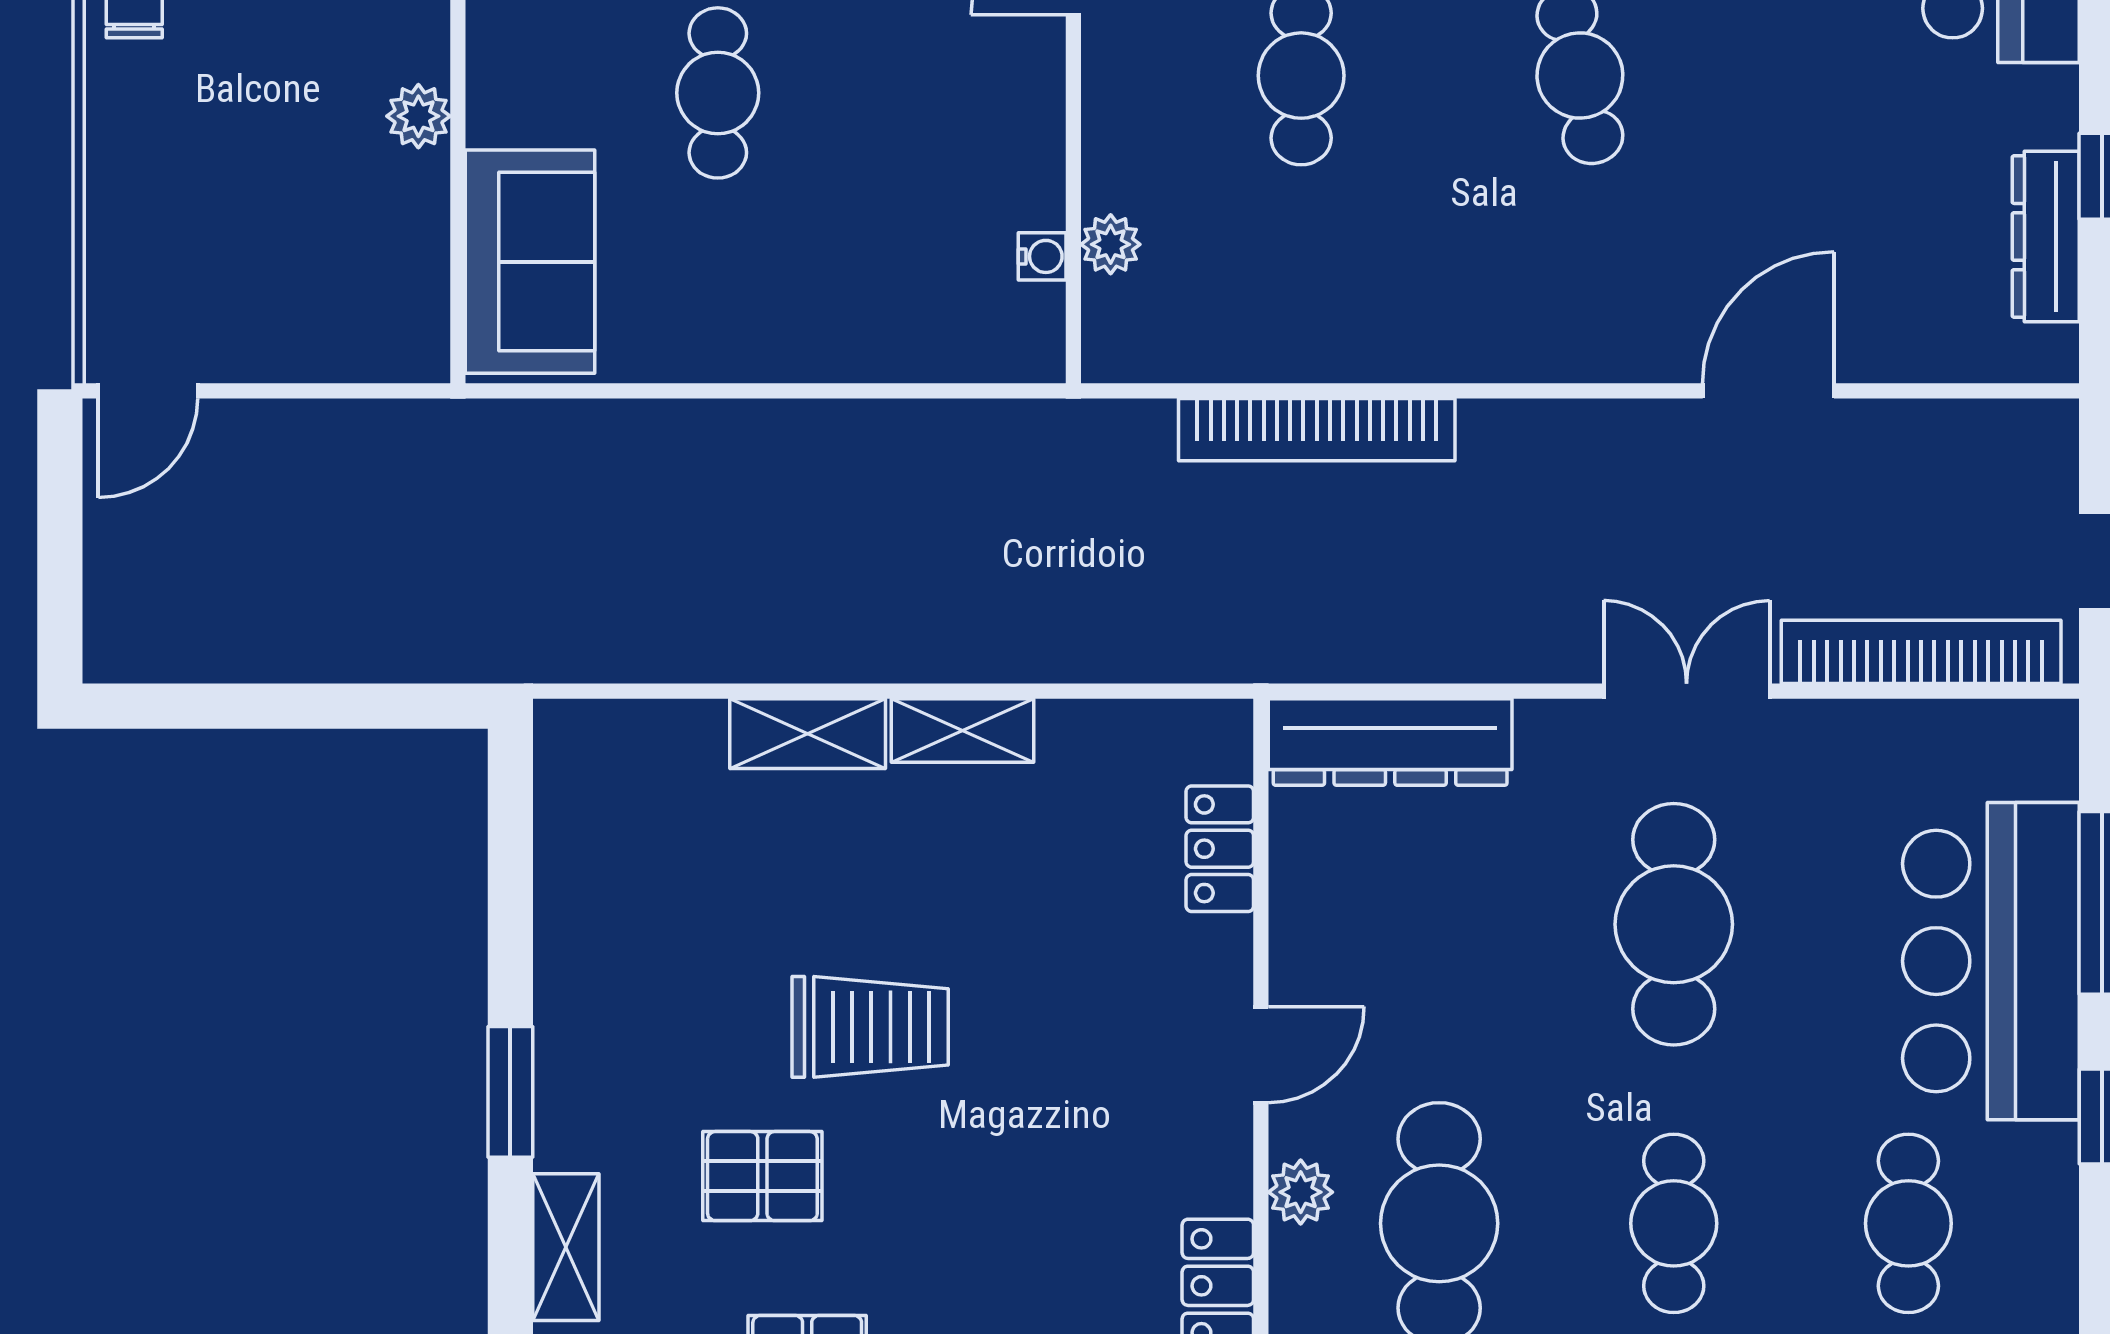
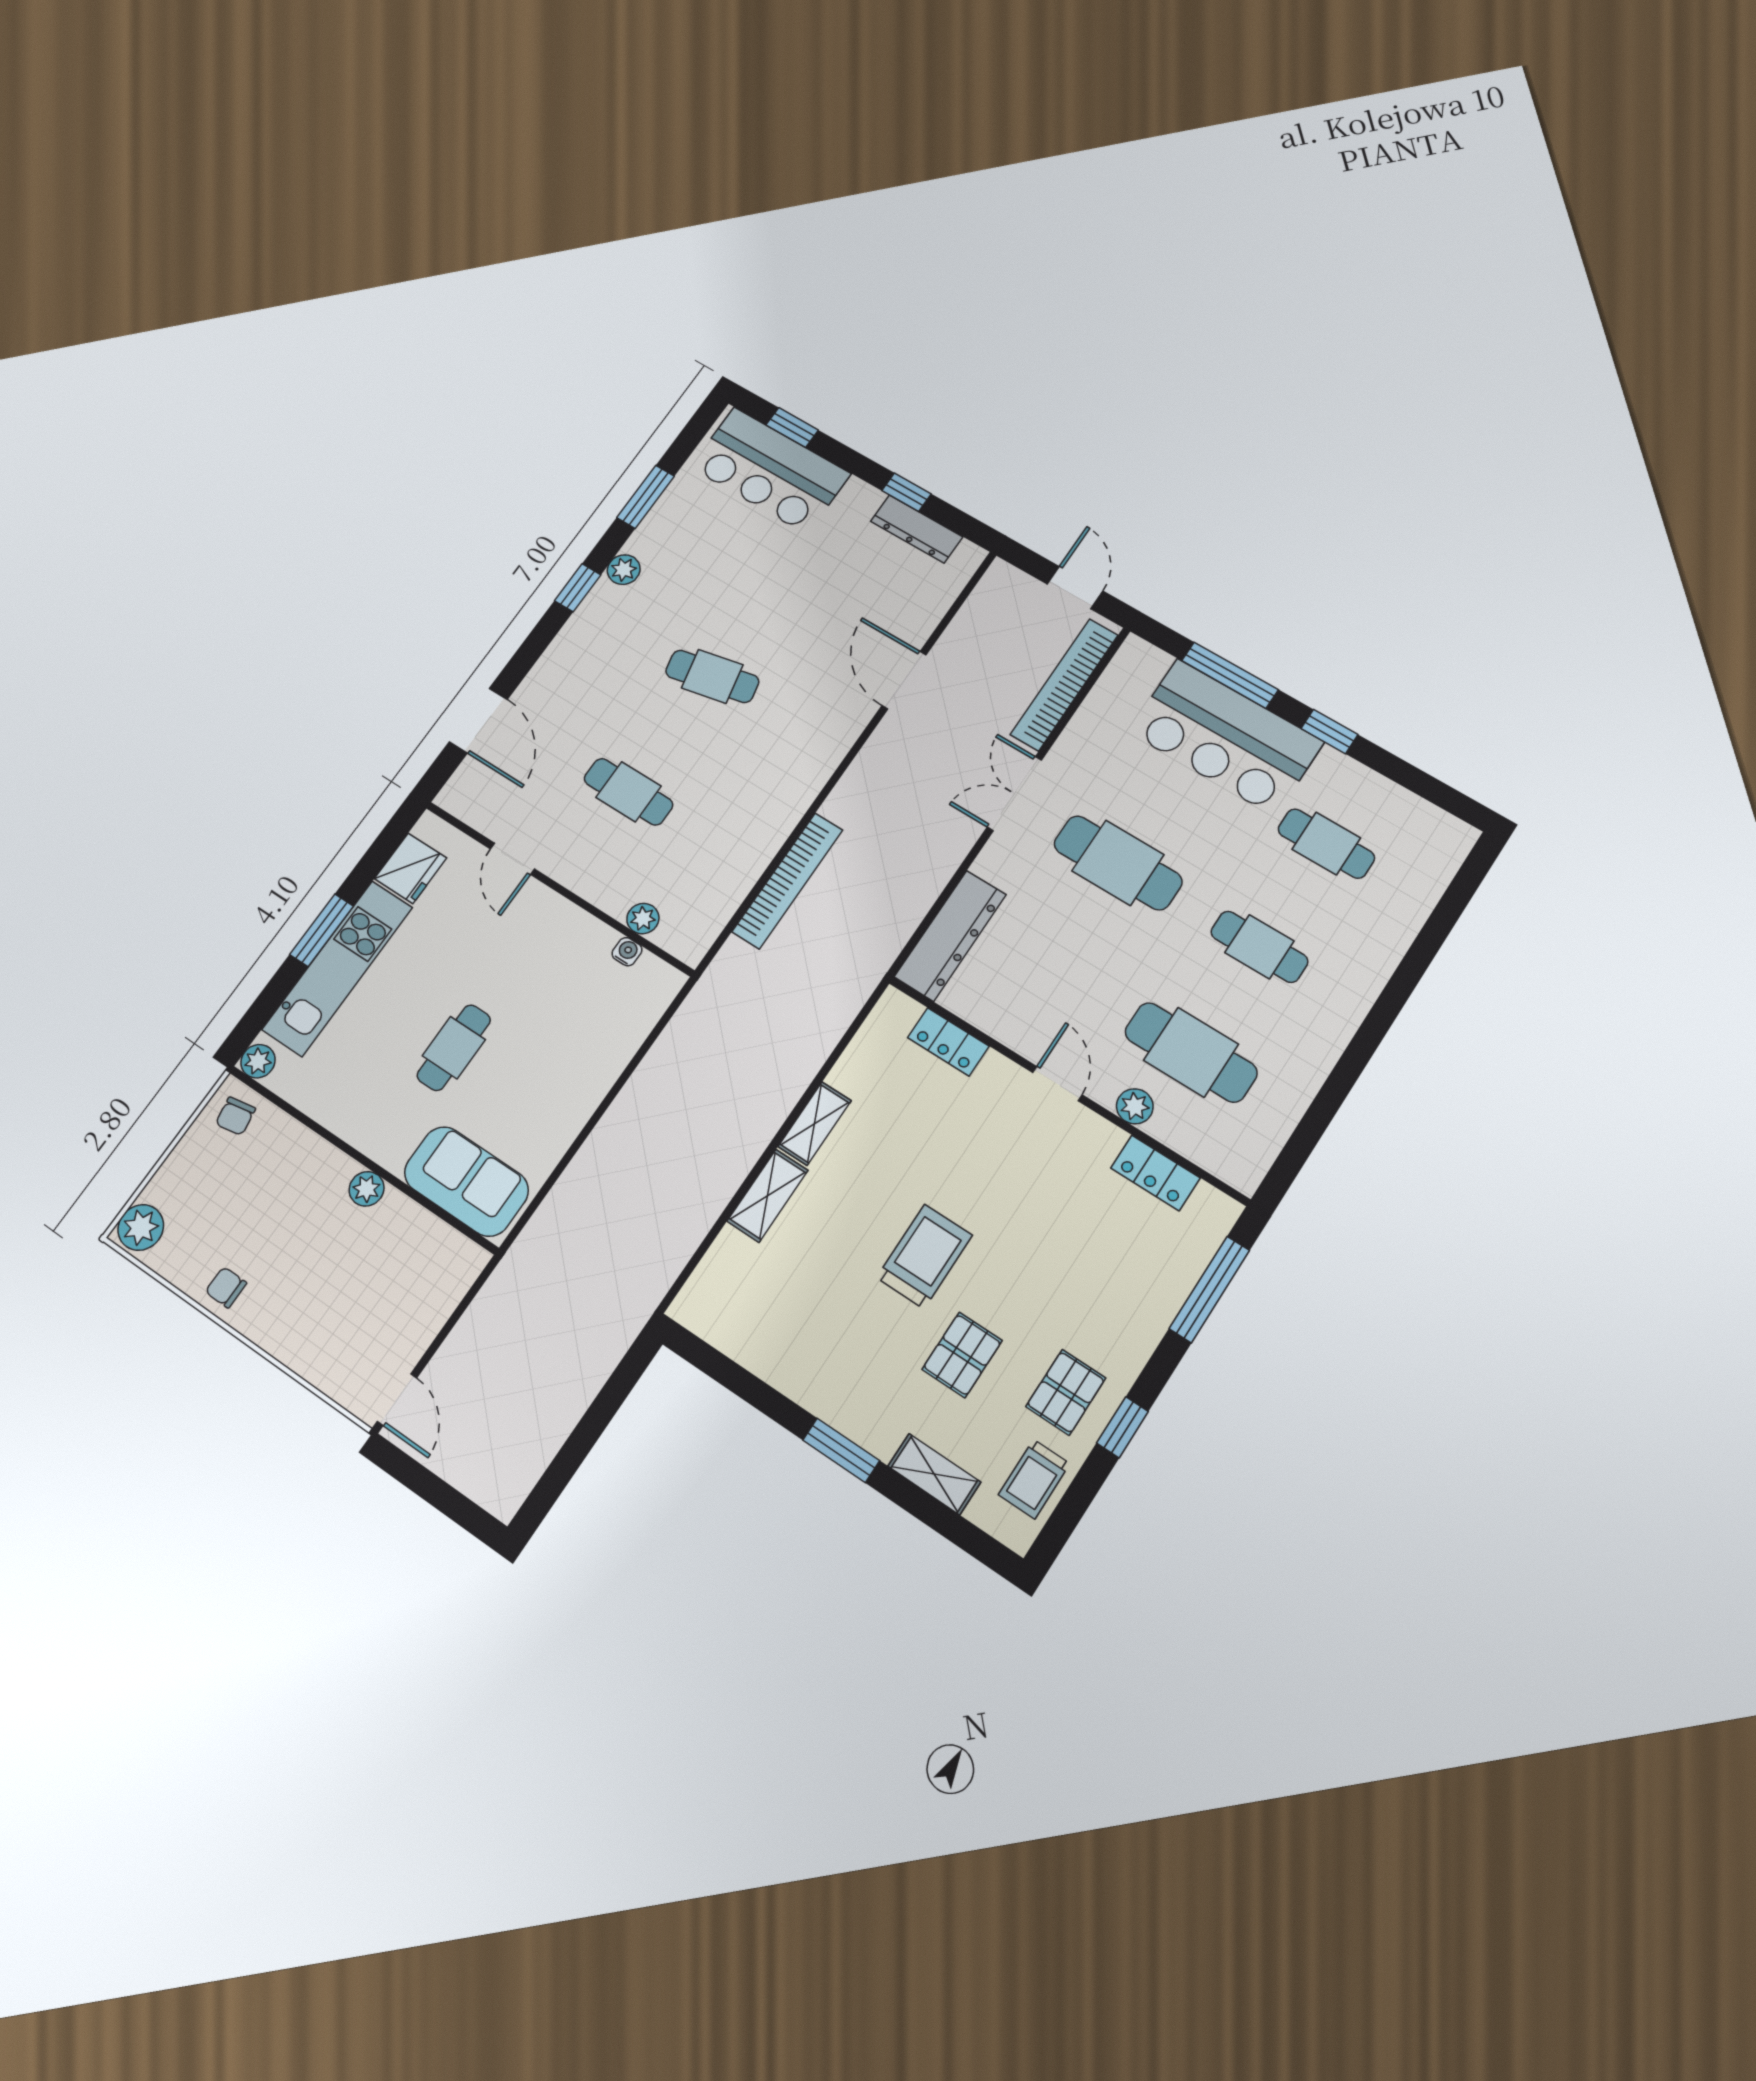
cafe table: (718, 93) -> (454, 1048), turned 90

